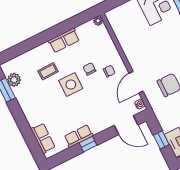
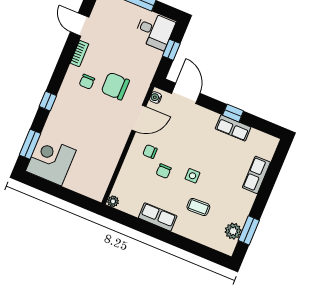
side table: (71, 85) -> (192, 176), width x0.54, depth x0.54
row of seats: (43, 138) -> (256, 175), moved

